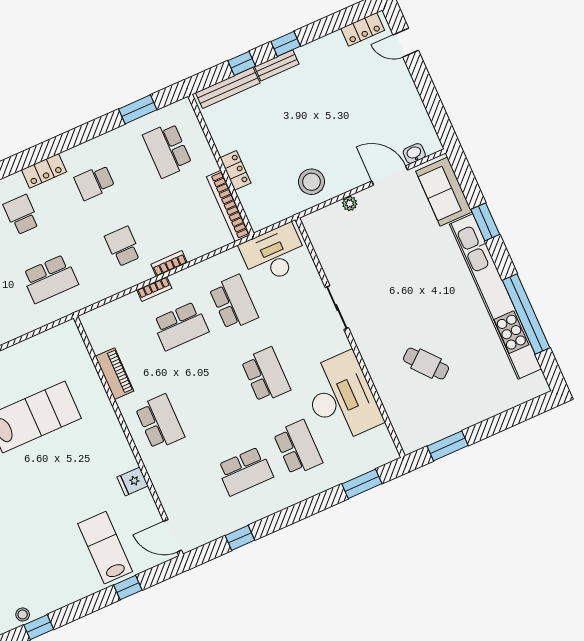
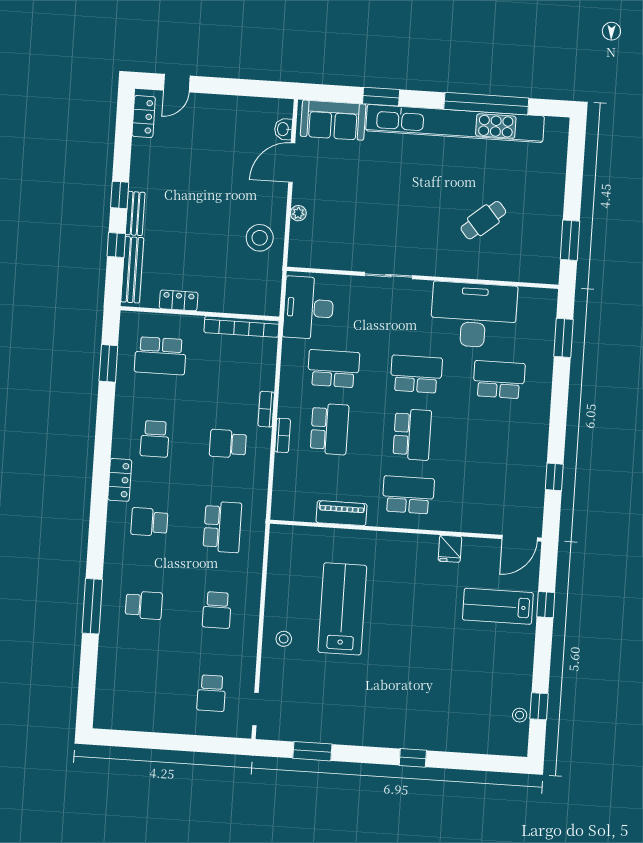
locker: (235, 170) -> (179, 300), moved
school desk: (245, 471) -> (412, 434), moved

